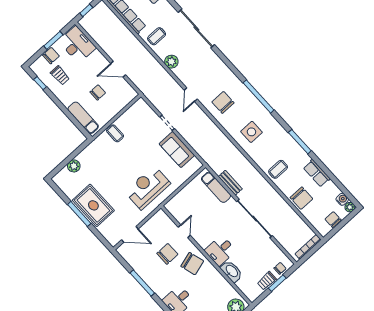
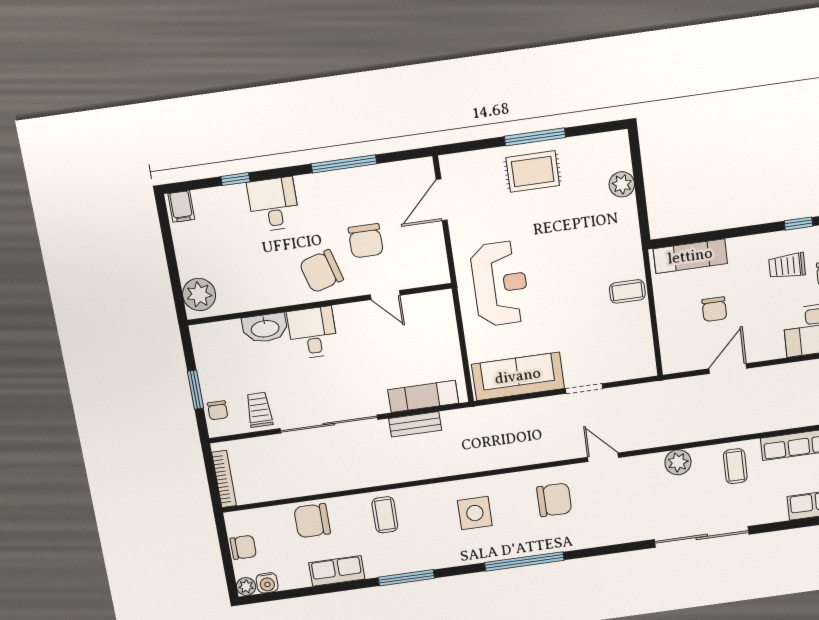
sofa: (177, 150) -> (518, 376), width x1.36
rug: (93, 205) -> (533, 171), width x0.73, depth x0.70
trolley: (267, 281) -> (259, 410), moved

